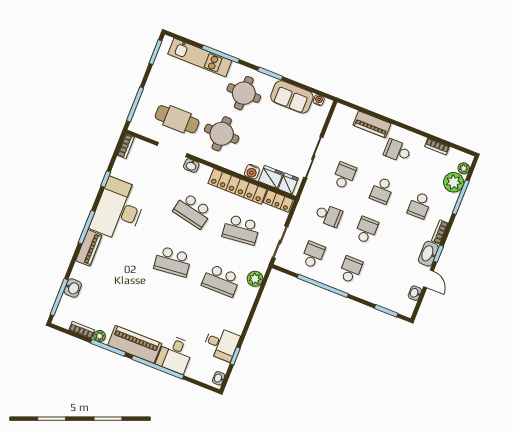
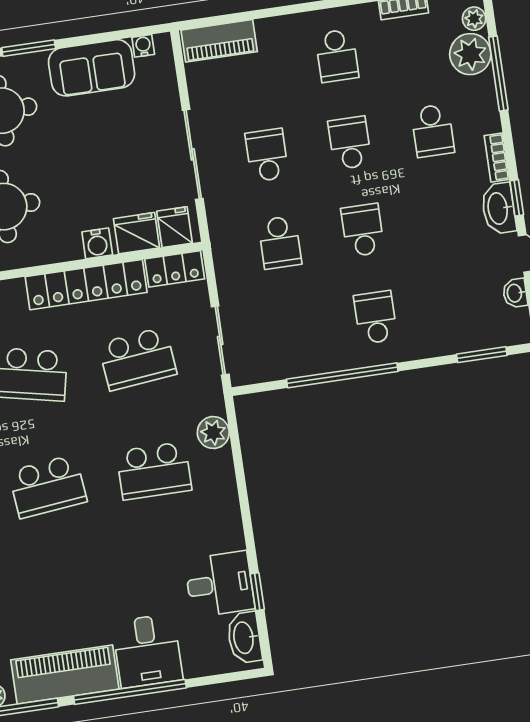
piano: (372, 124) -> (219, 41), moved
school desk: (397, 151) -> (337, 56), turned -90
school desk: (382, 190) -> (350, 143), turned 180
school desk: (329, 215) -> (280, 242), turned 90
school desk: (313, 255) -> (293, 330), removed
washbasin: (219, 378) -> (244, 638), width x1.91, depth x1.45

